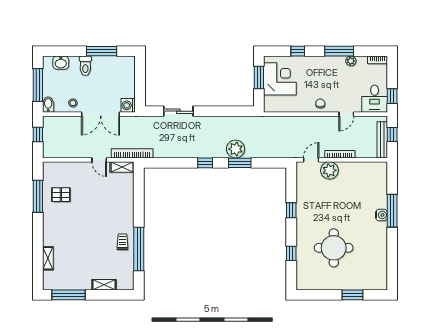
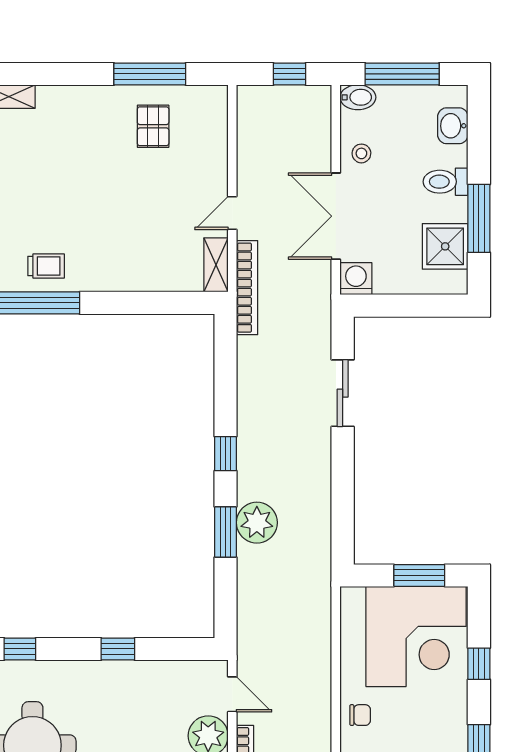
shower: (114, 66) -> (445, 246), added
corner desk: (280, 79) -> (416, 636), width x1.36, depth x1.36

